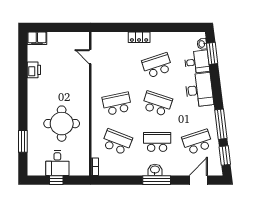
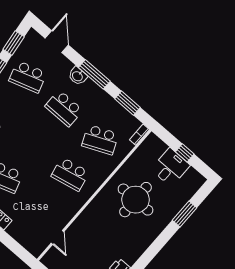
school desk: (157, 104) -> (34, 143), removed
school desk: (117, 142) -> (100, 140), turned -45
washbasin: (155, 170) -> (78, 76), moved
window: (120, 180) -> (128, 103), added
door: (198, 180) -> (57, 42), swing flipped

